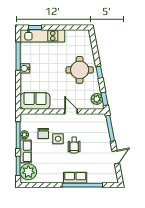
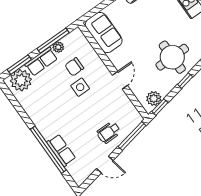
wheelchair: (74, 145) -> (109, 132), moved
row of seats: (75, 178) -> (61, 150), moved

